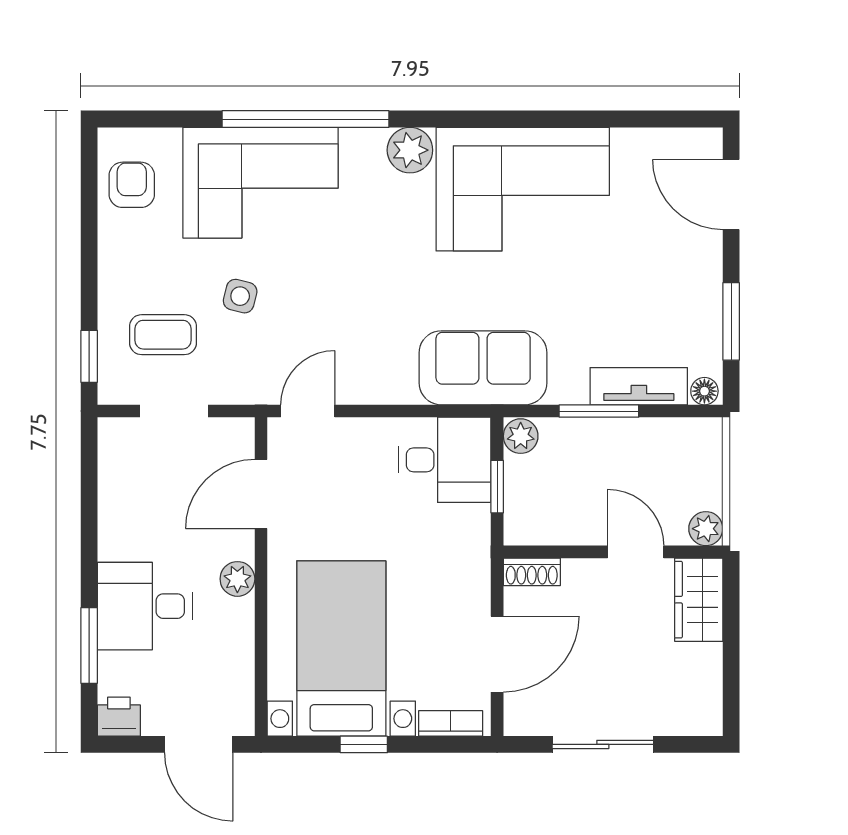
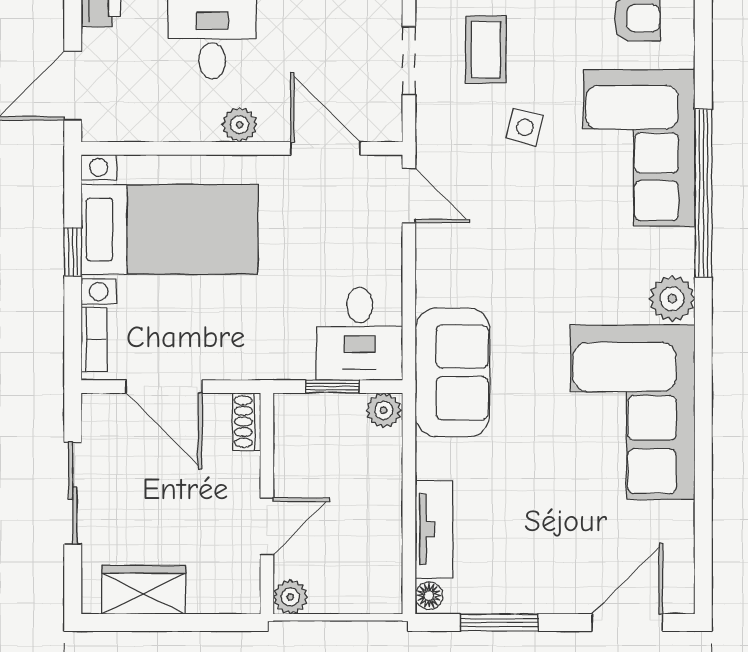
window: (599, 411) -> (409, 489), removed
wardrobe: (699, 600) -> (144, 590), moved

